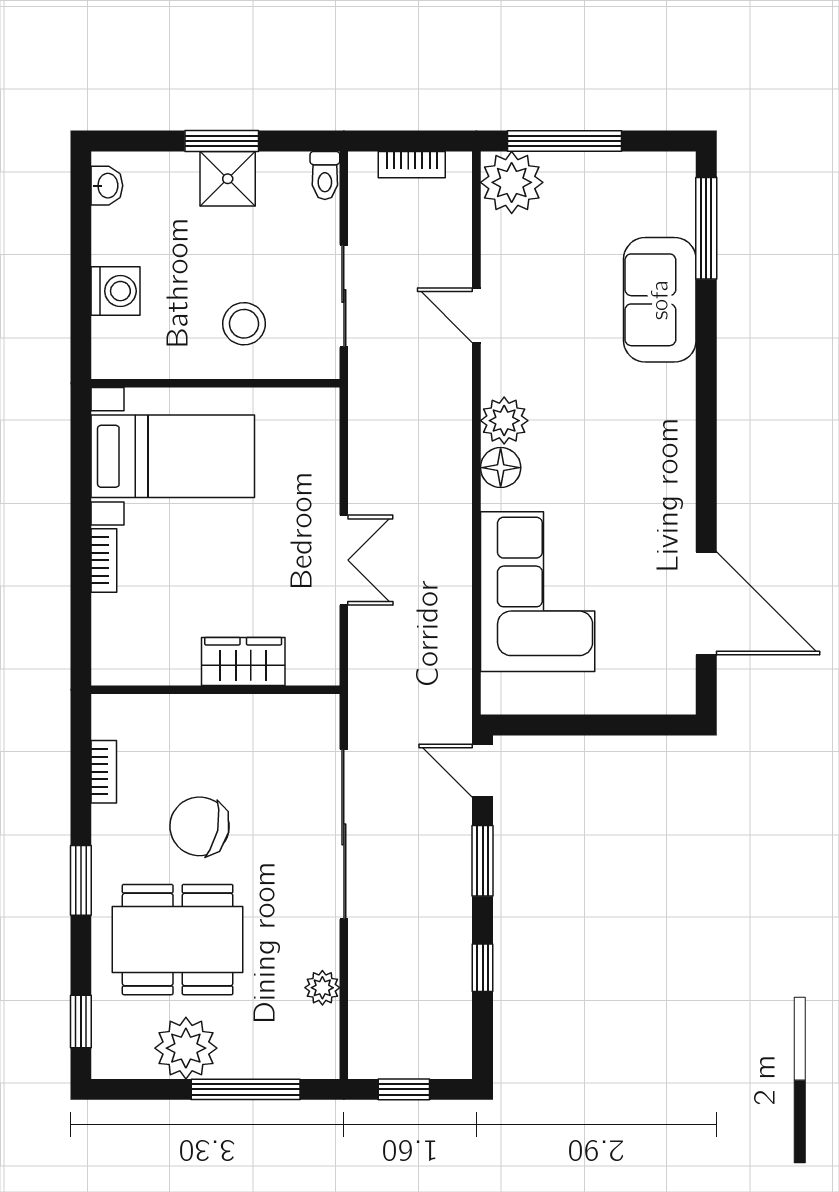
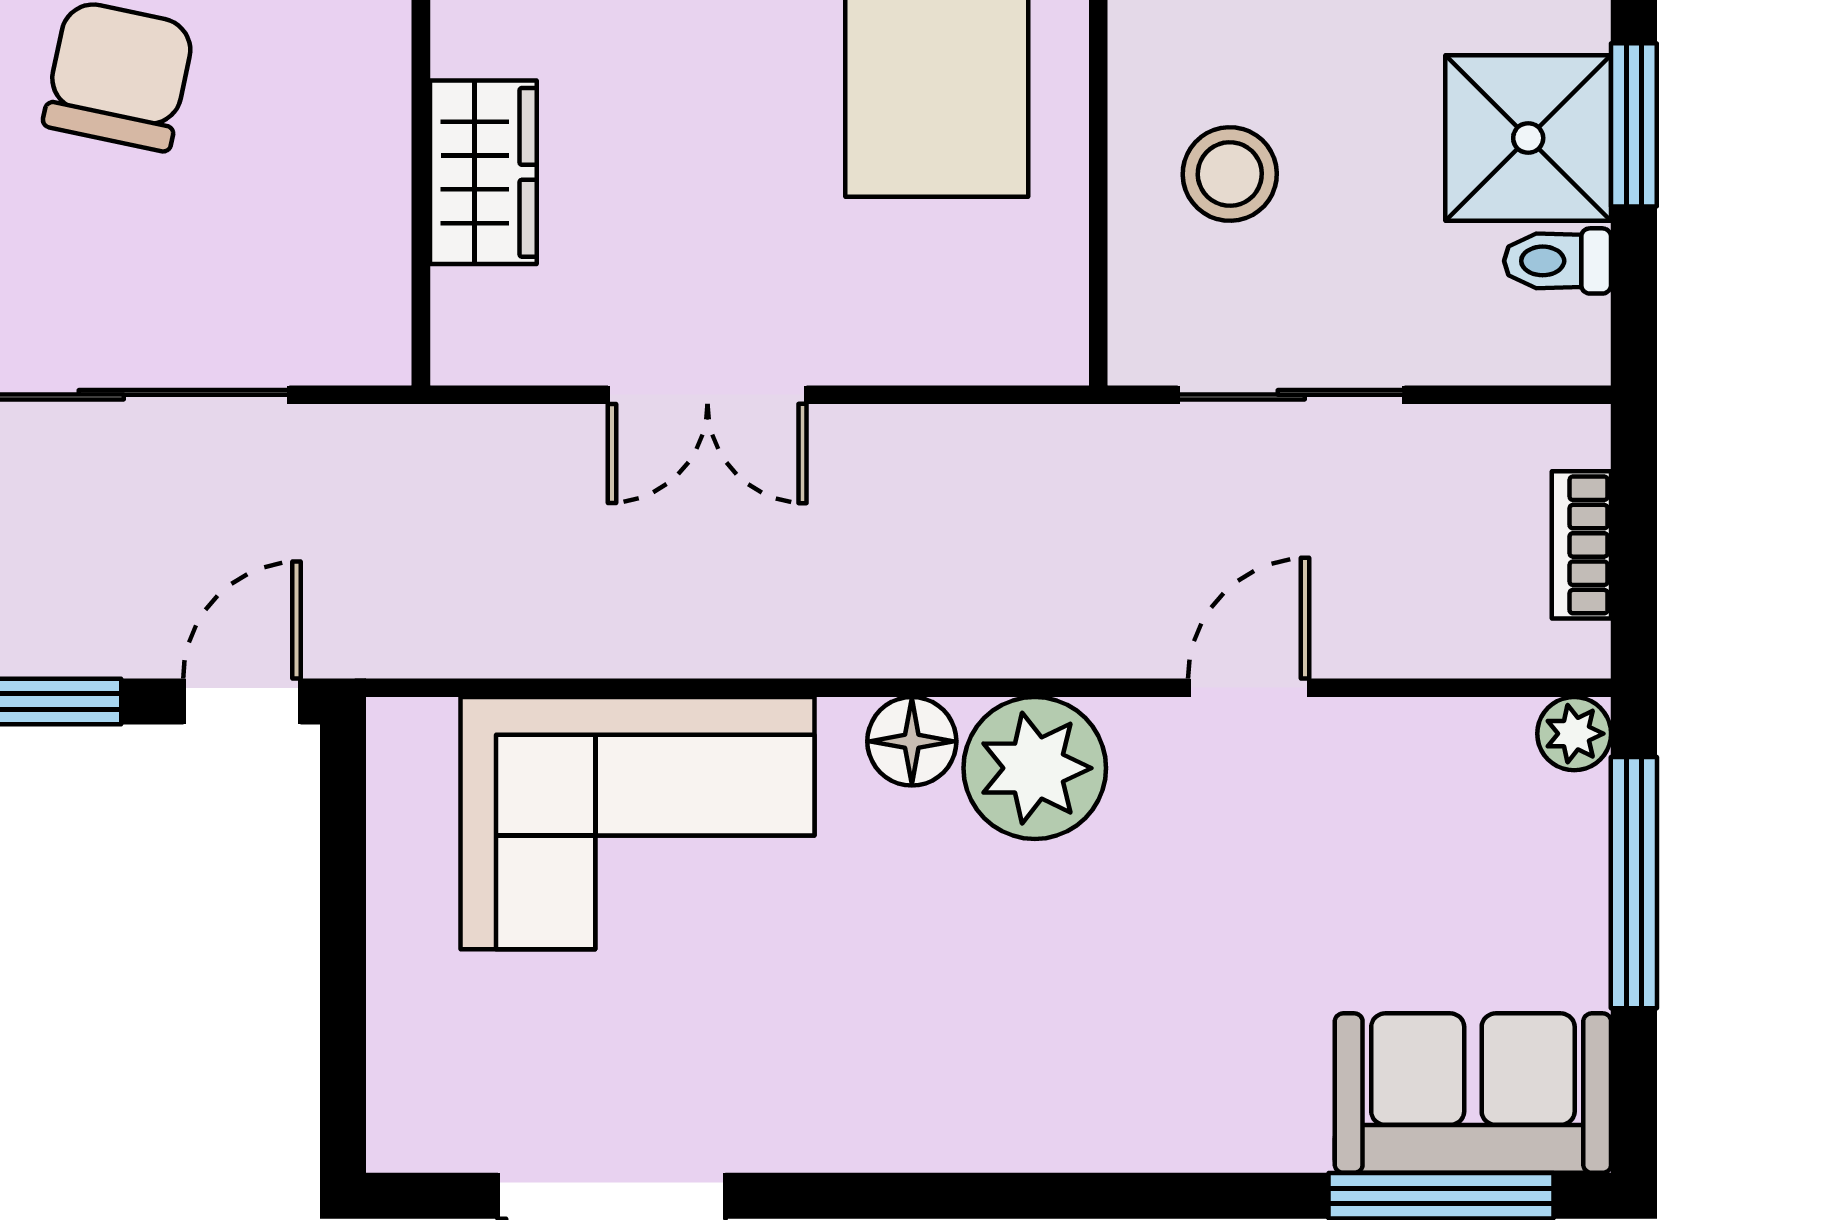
toilet: (325, 175) -> (1558, 261), moved
shower: (228, 179) -> (1528, 138), width x1.36, depth x1.36
plant: (512, 182) -> (1574, 734), width x0.53, depth x0.53
sofa: (660, 300) -> (1473, 1093), moved
plant: (504, 421) -> (1035, 768), width x1.36, depth x1.36

